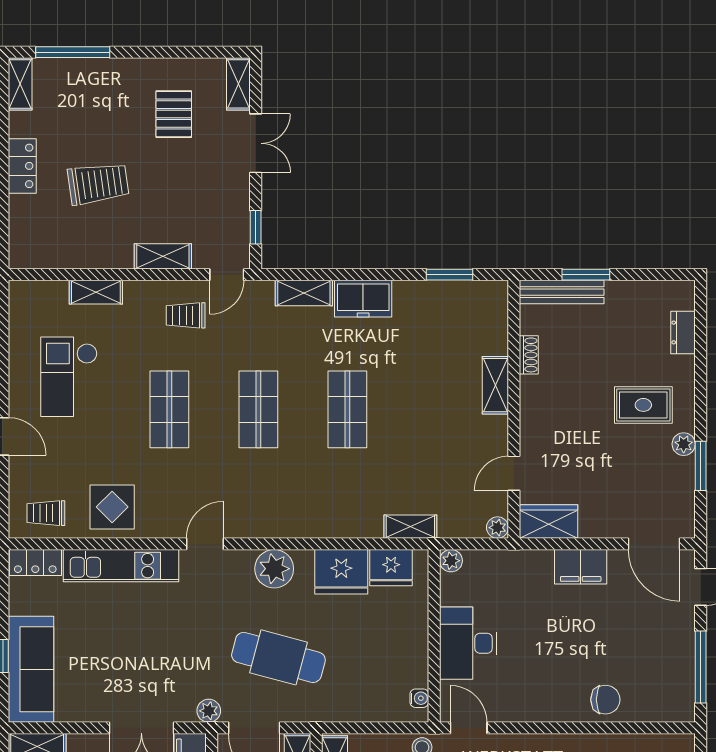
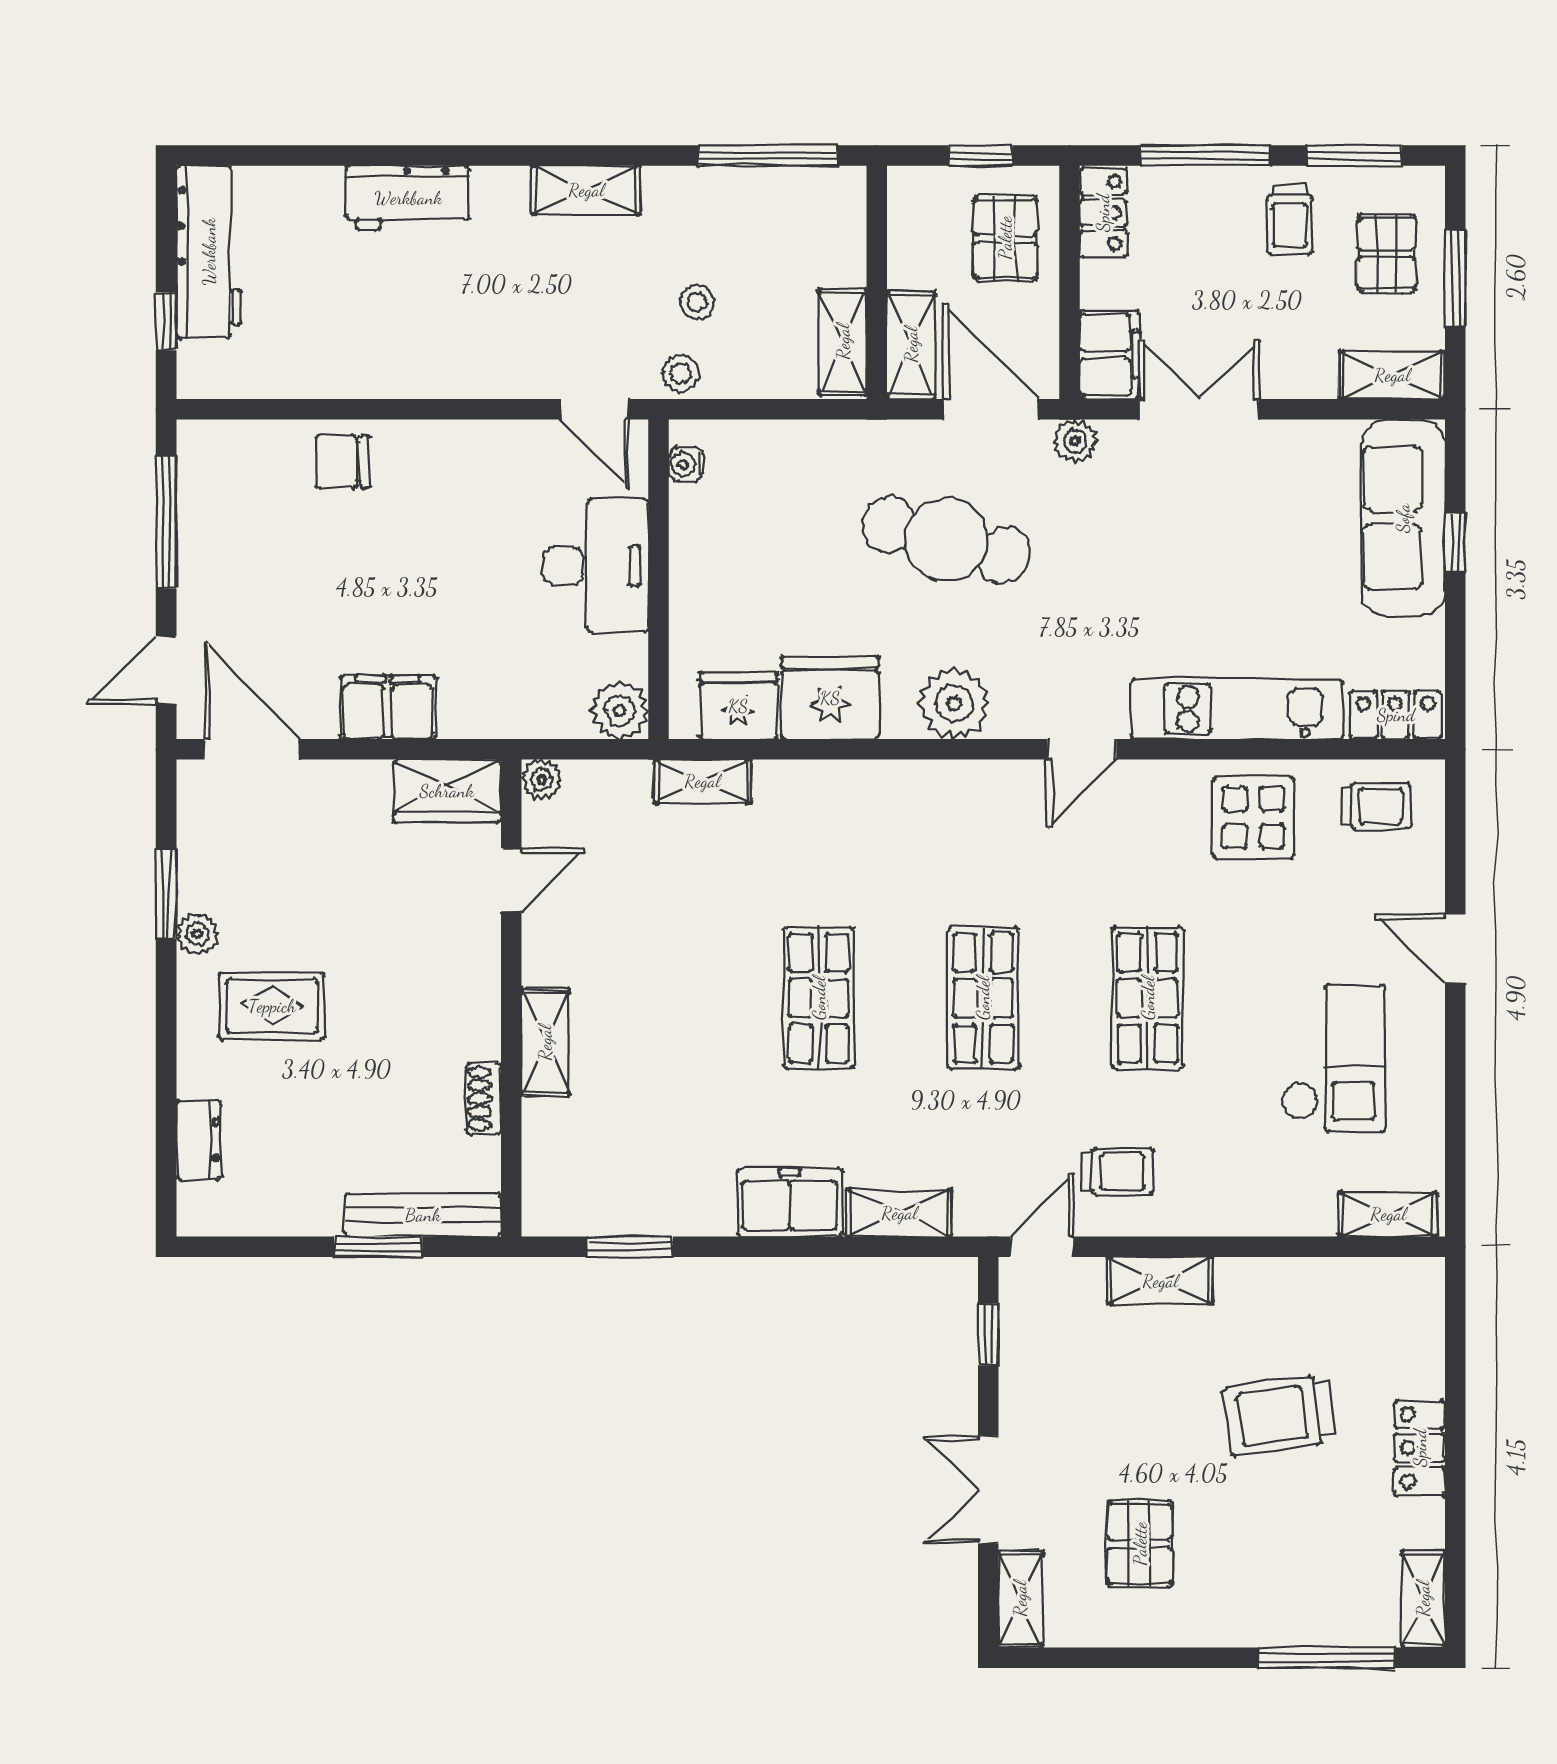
shelving: (96, 292) -> (1388, 1214), moved
plant: (451, 561) -> (620, 711), width x1.38, depth x1.38

